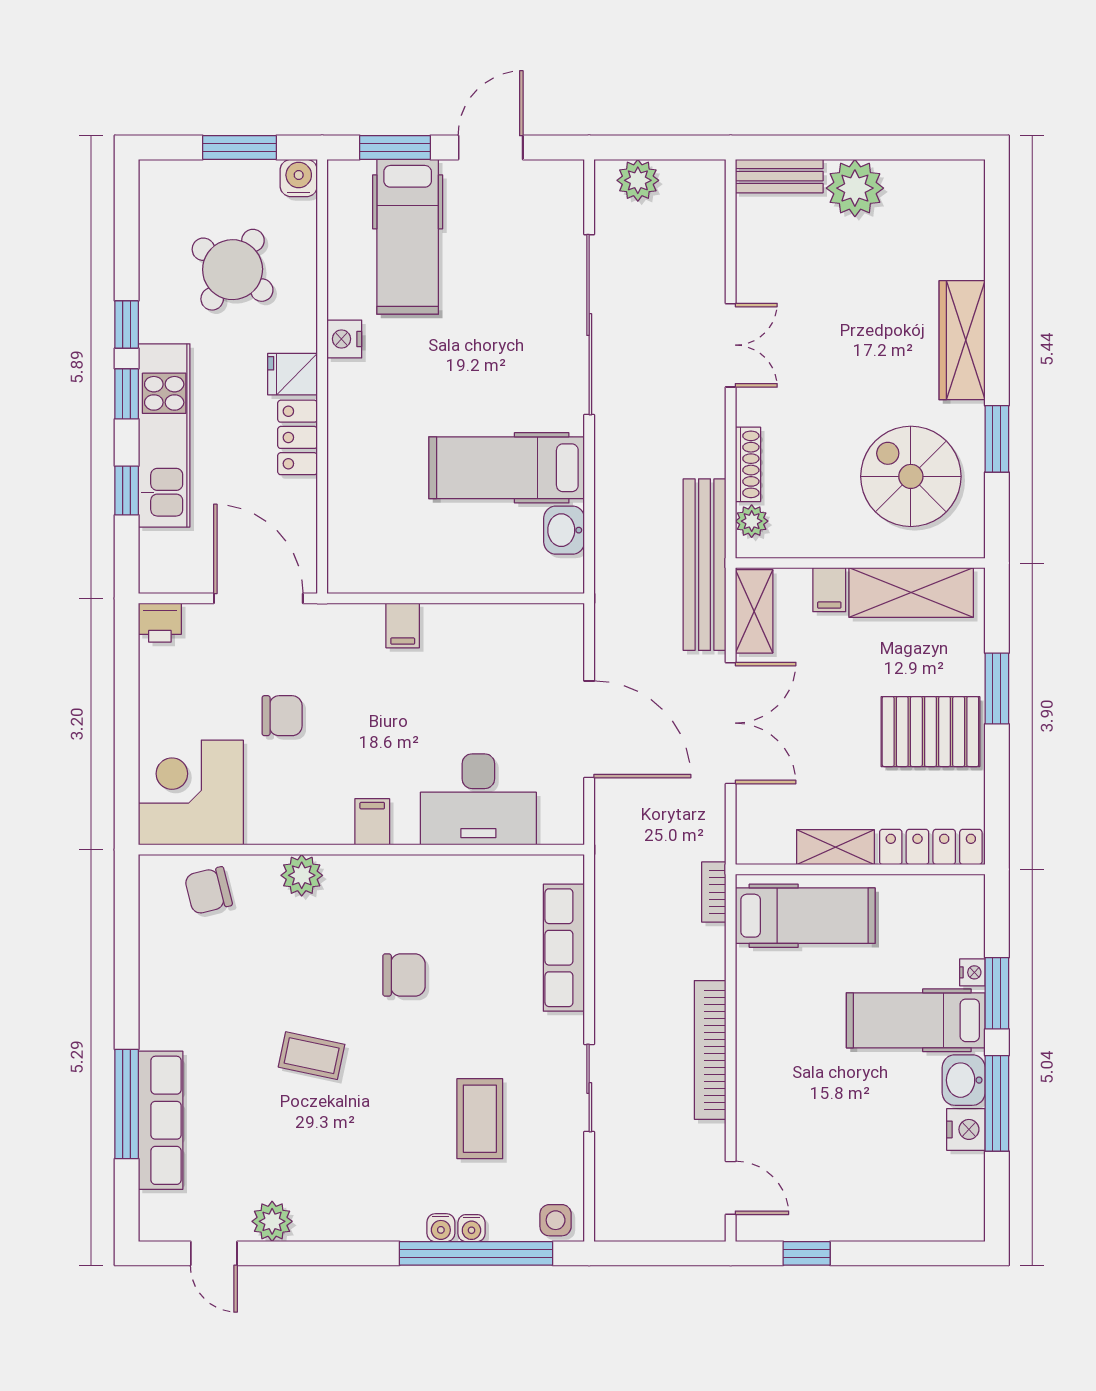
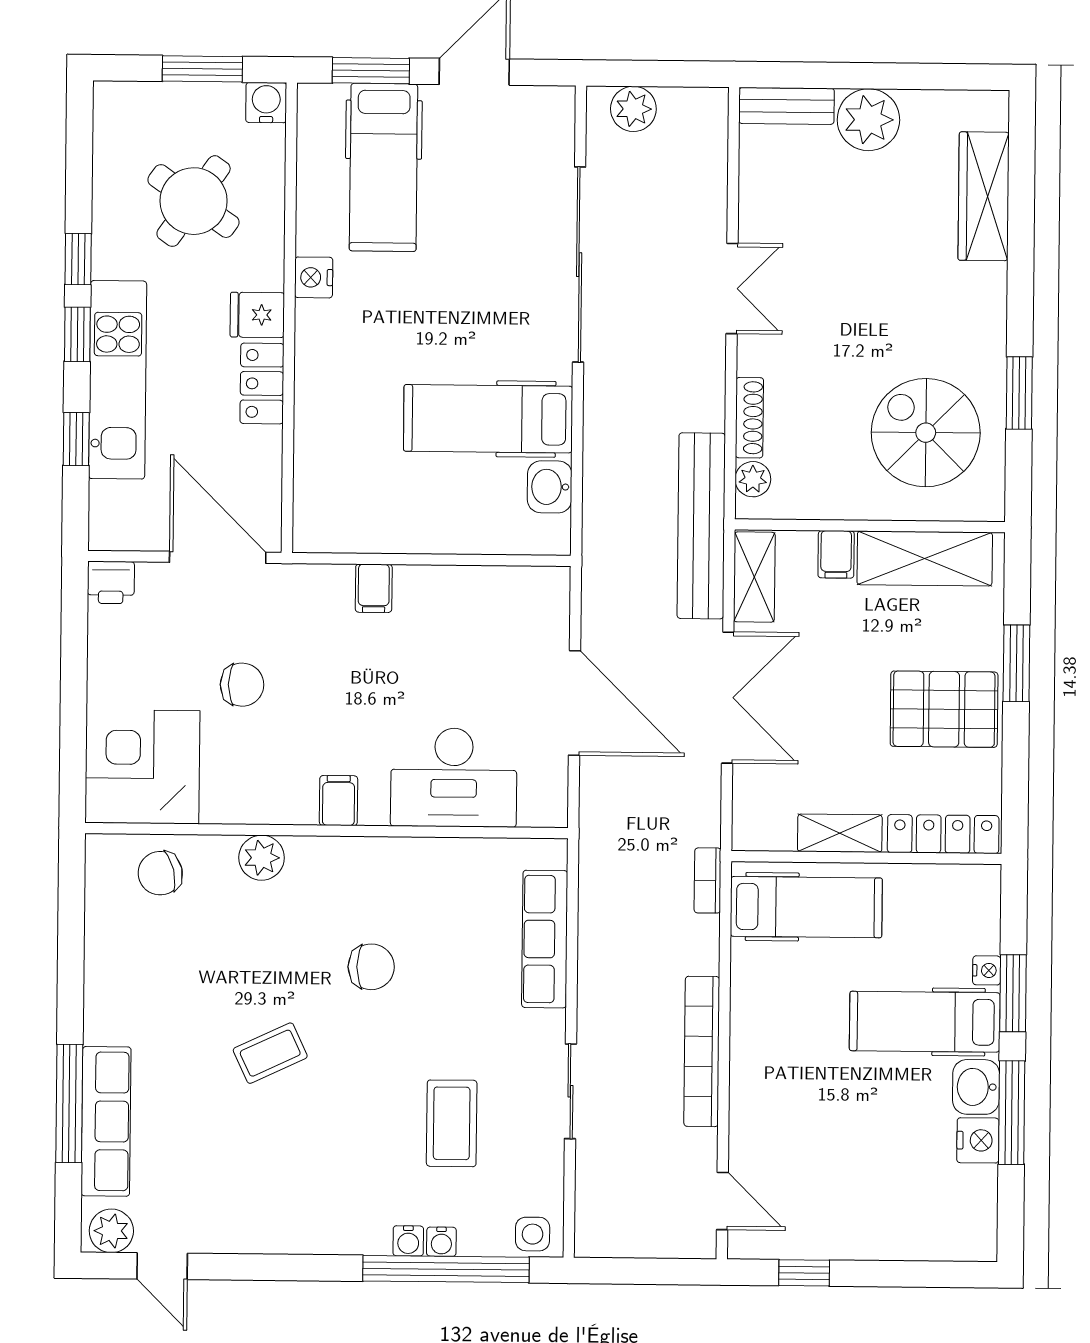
wardrobe: (962, 340) -> (984, 196), moved
coffee table: (312, 1056) -> (270, 1053), turned -37
plant: (272, 1221) -> (111, 1231), moved

